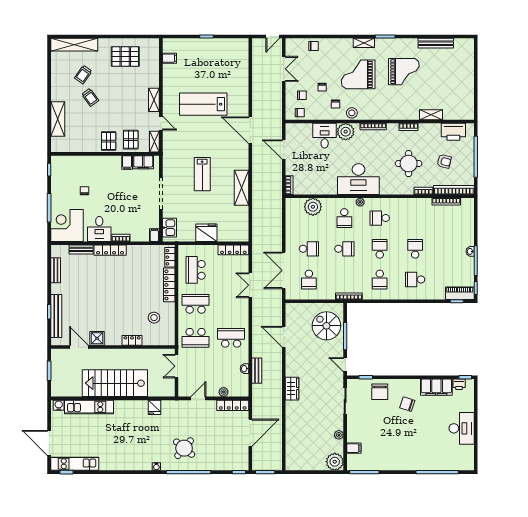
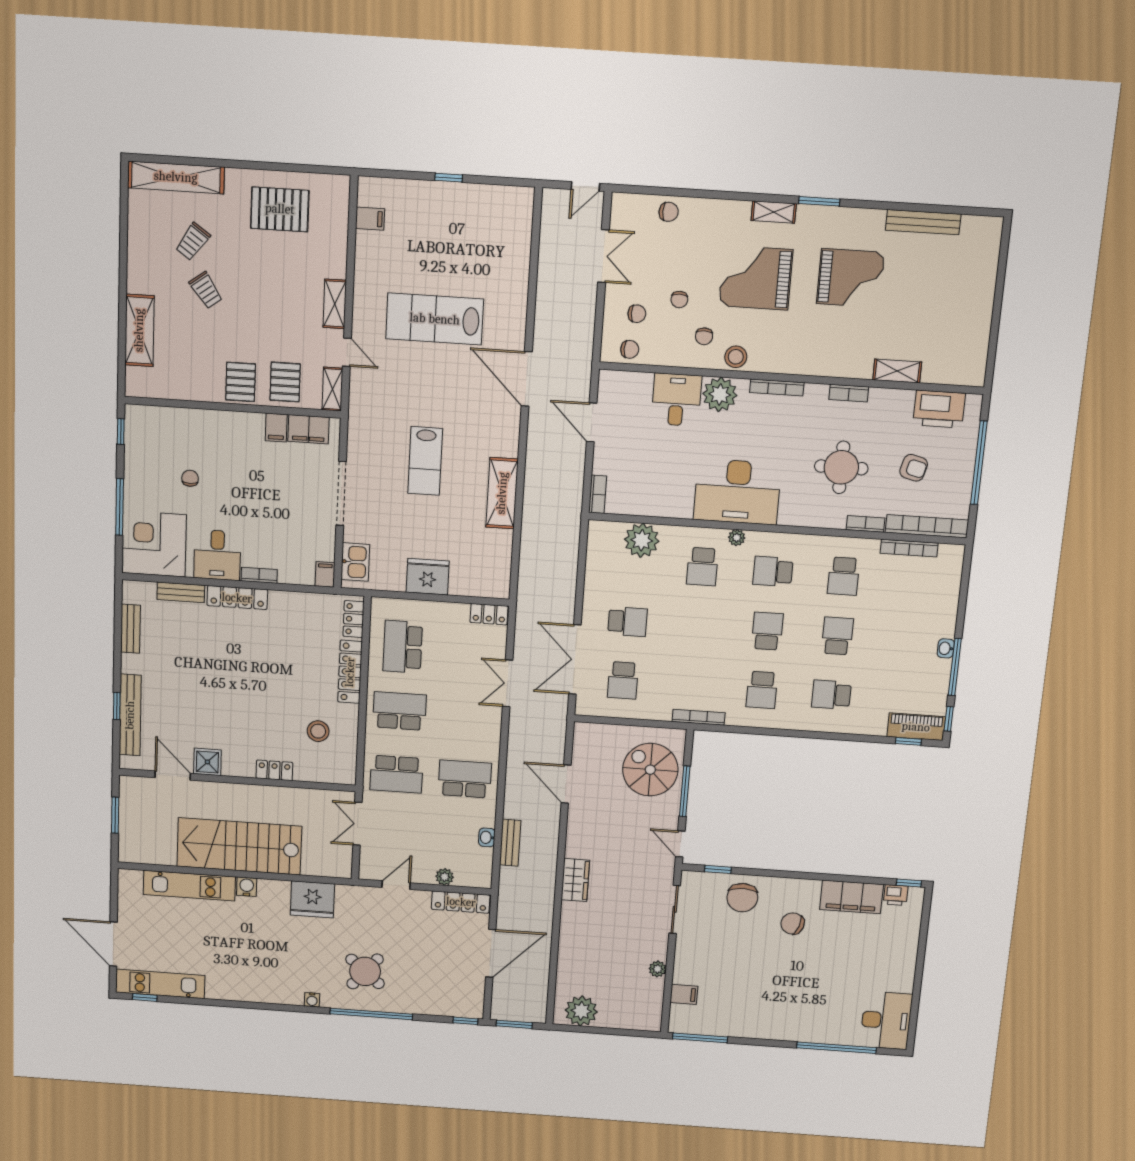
school desk: (344, 249) -> (843, 576), moved, turned 90
locker: (233, 250) -> (489, 614), width x0.66
water cooler: (59, 405) -> (247, 887), moved
fridge: (155, 407) -> (312, 899), width x1.88, depth x1.34
desk: (462, 428) -> (886, 1020), moved
plant: (335, 462) -> (581, 1011), moved

